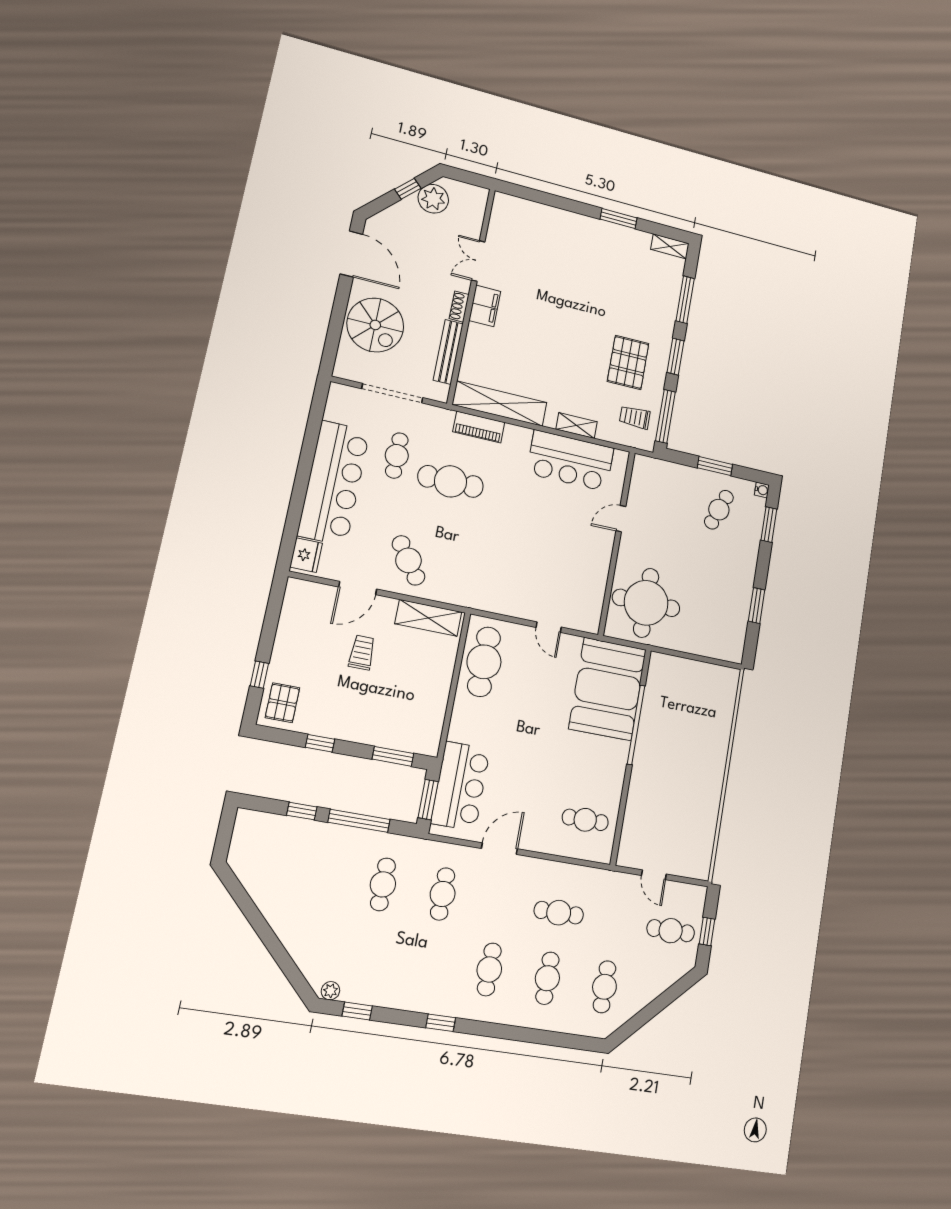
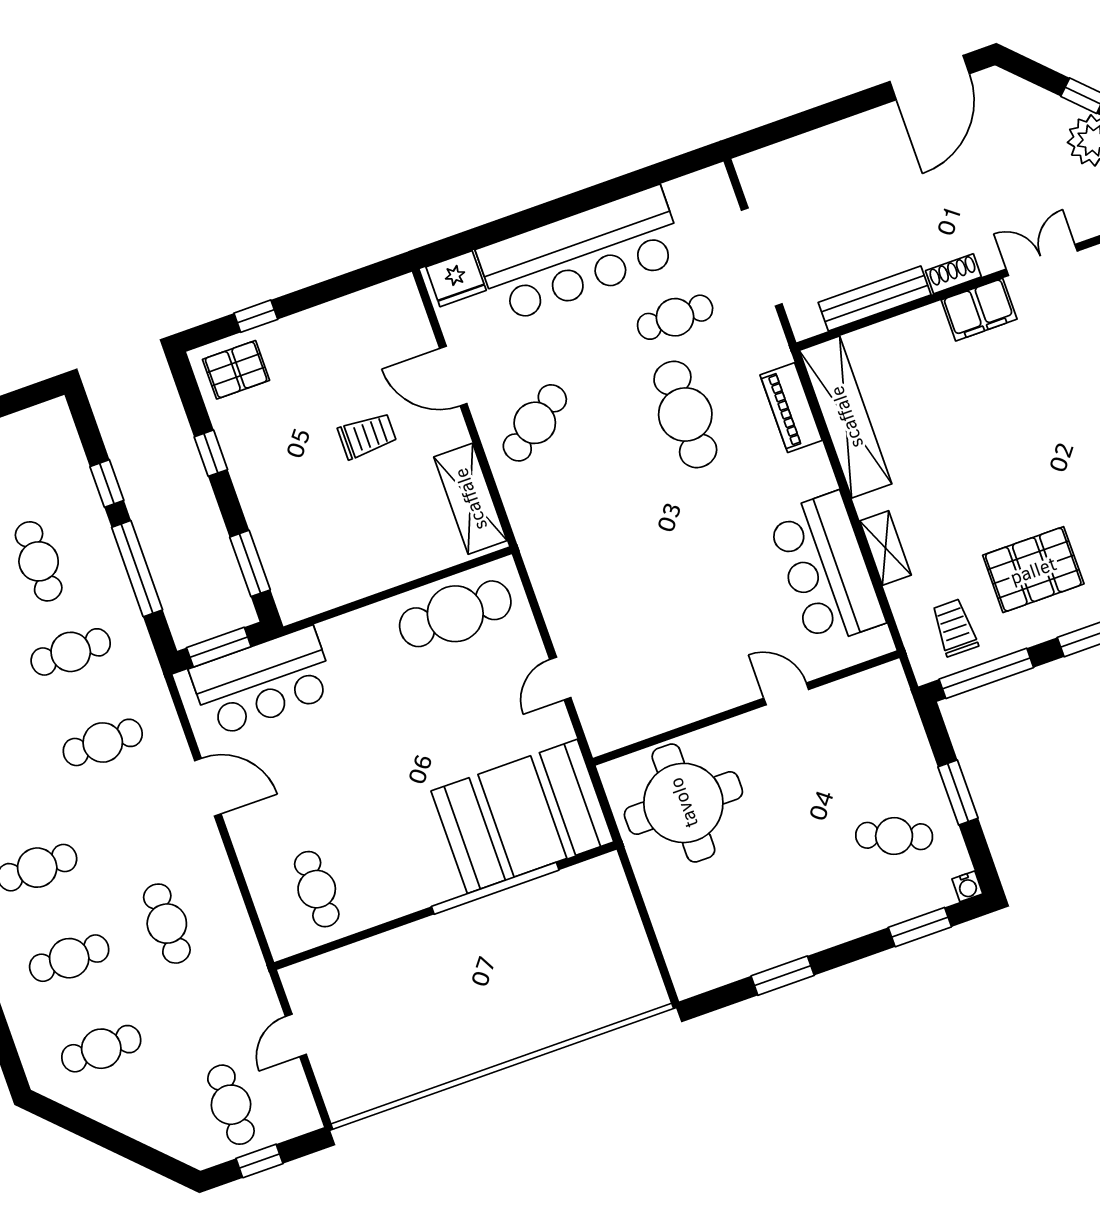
spiral stairs: (375, 325) -> (847, 174), removed
cafe table: (322, 875) -> (39, 561), added

